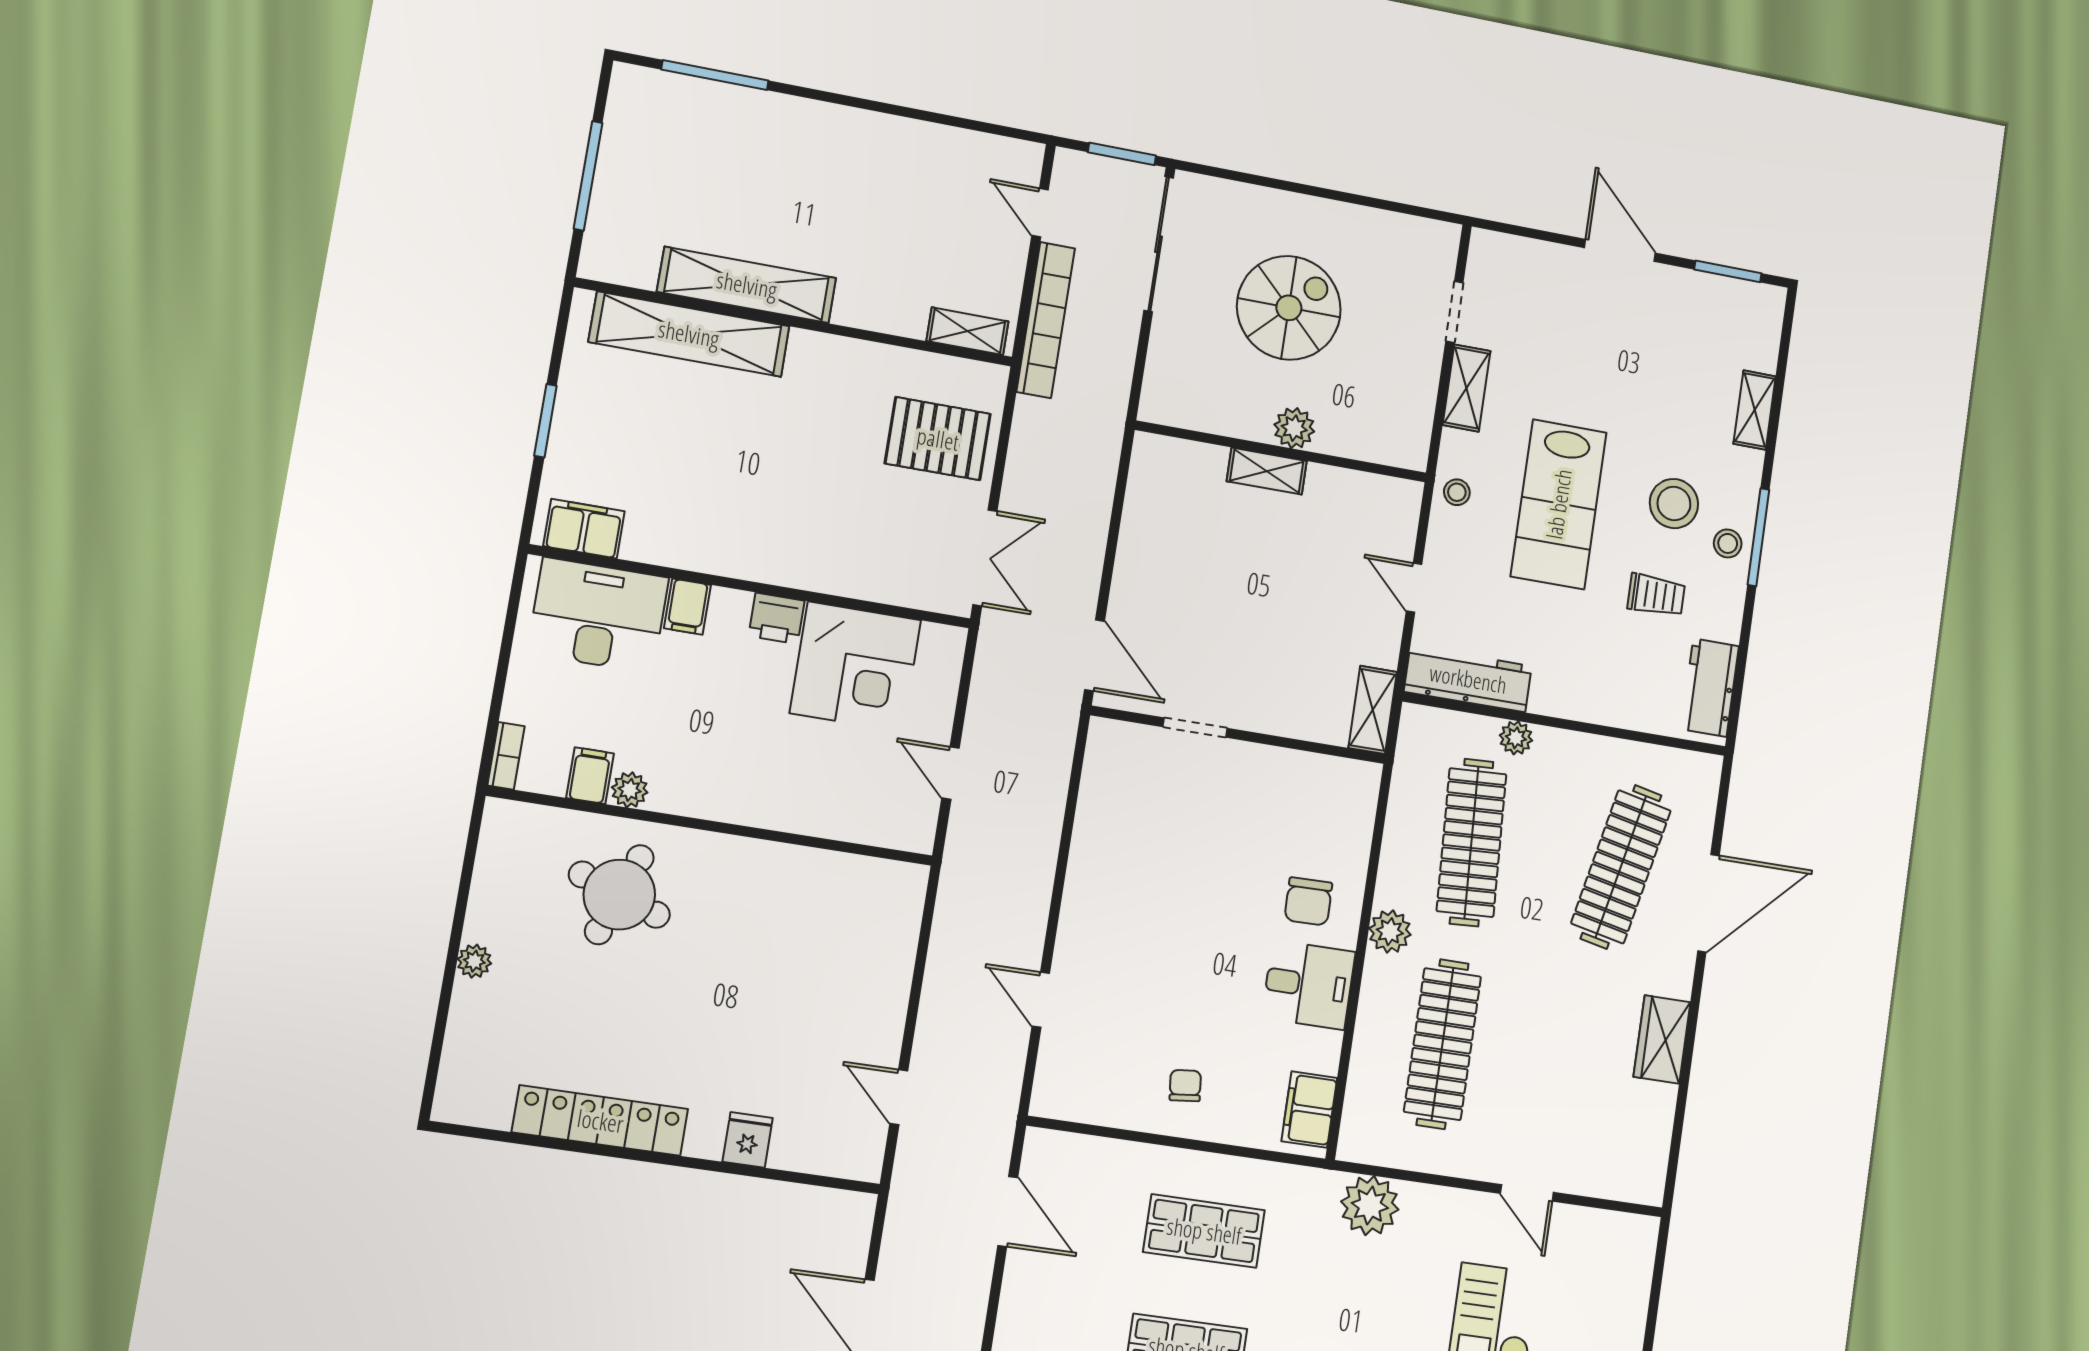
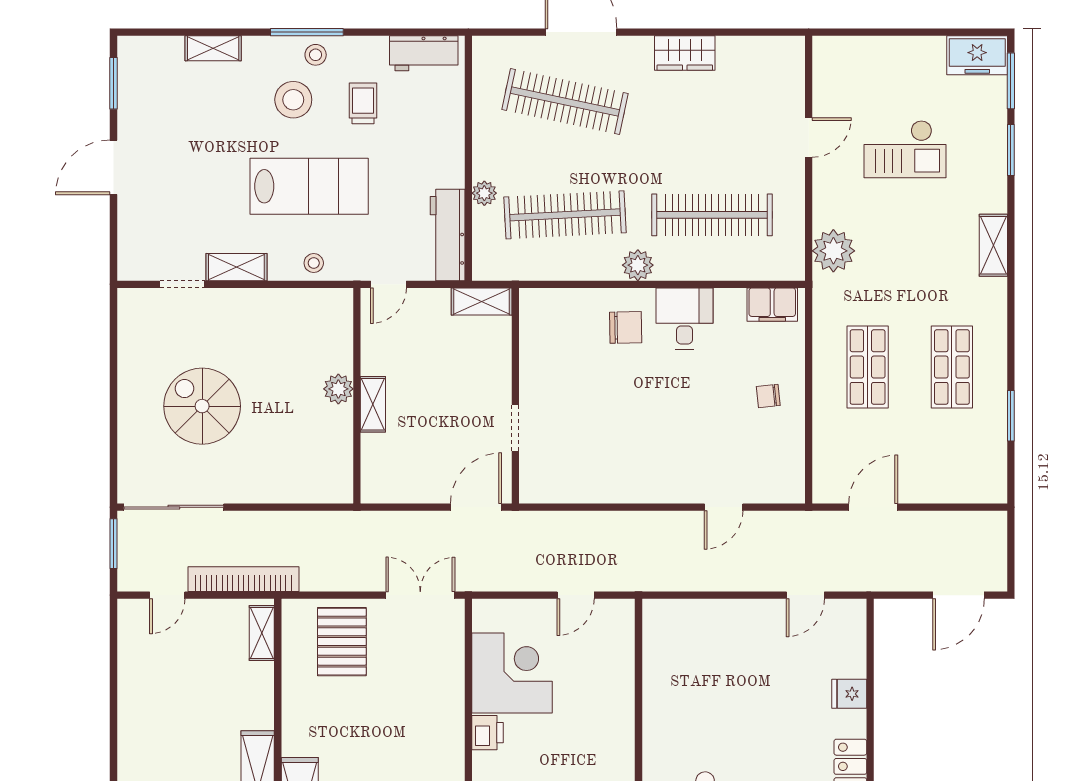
plant: (1294, 428) -> (338, 389), moved
wall: (1281, 451) -> (357, 396), moved
shelving: (1267, 471) -> (373, 404), moved

